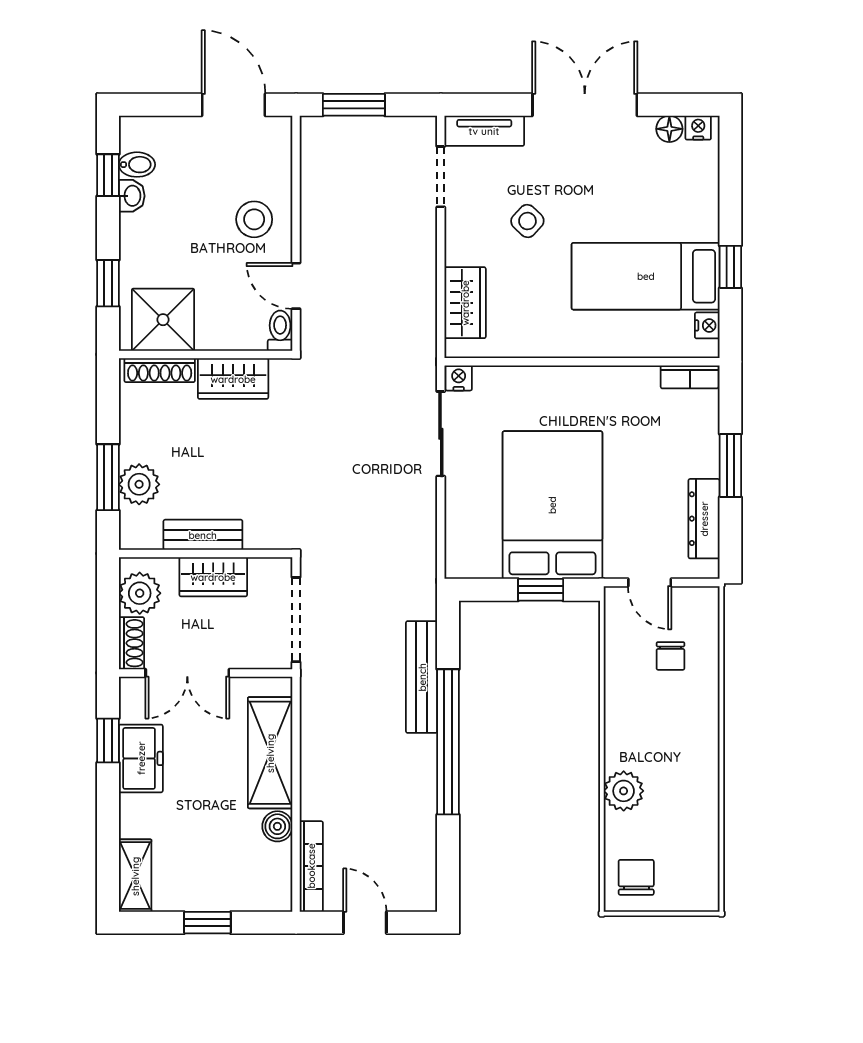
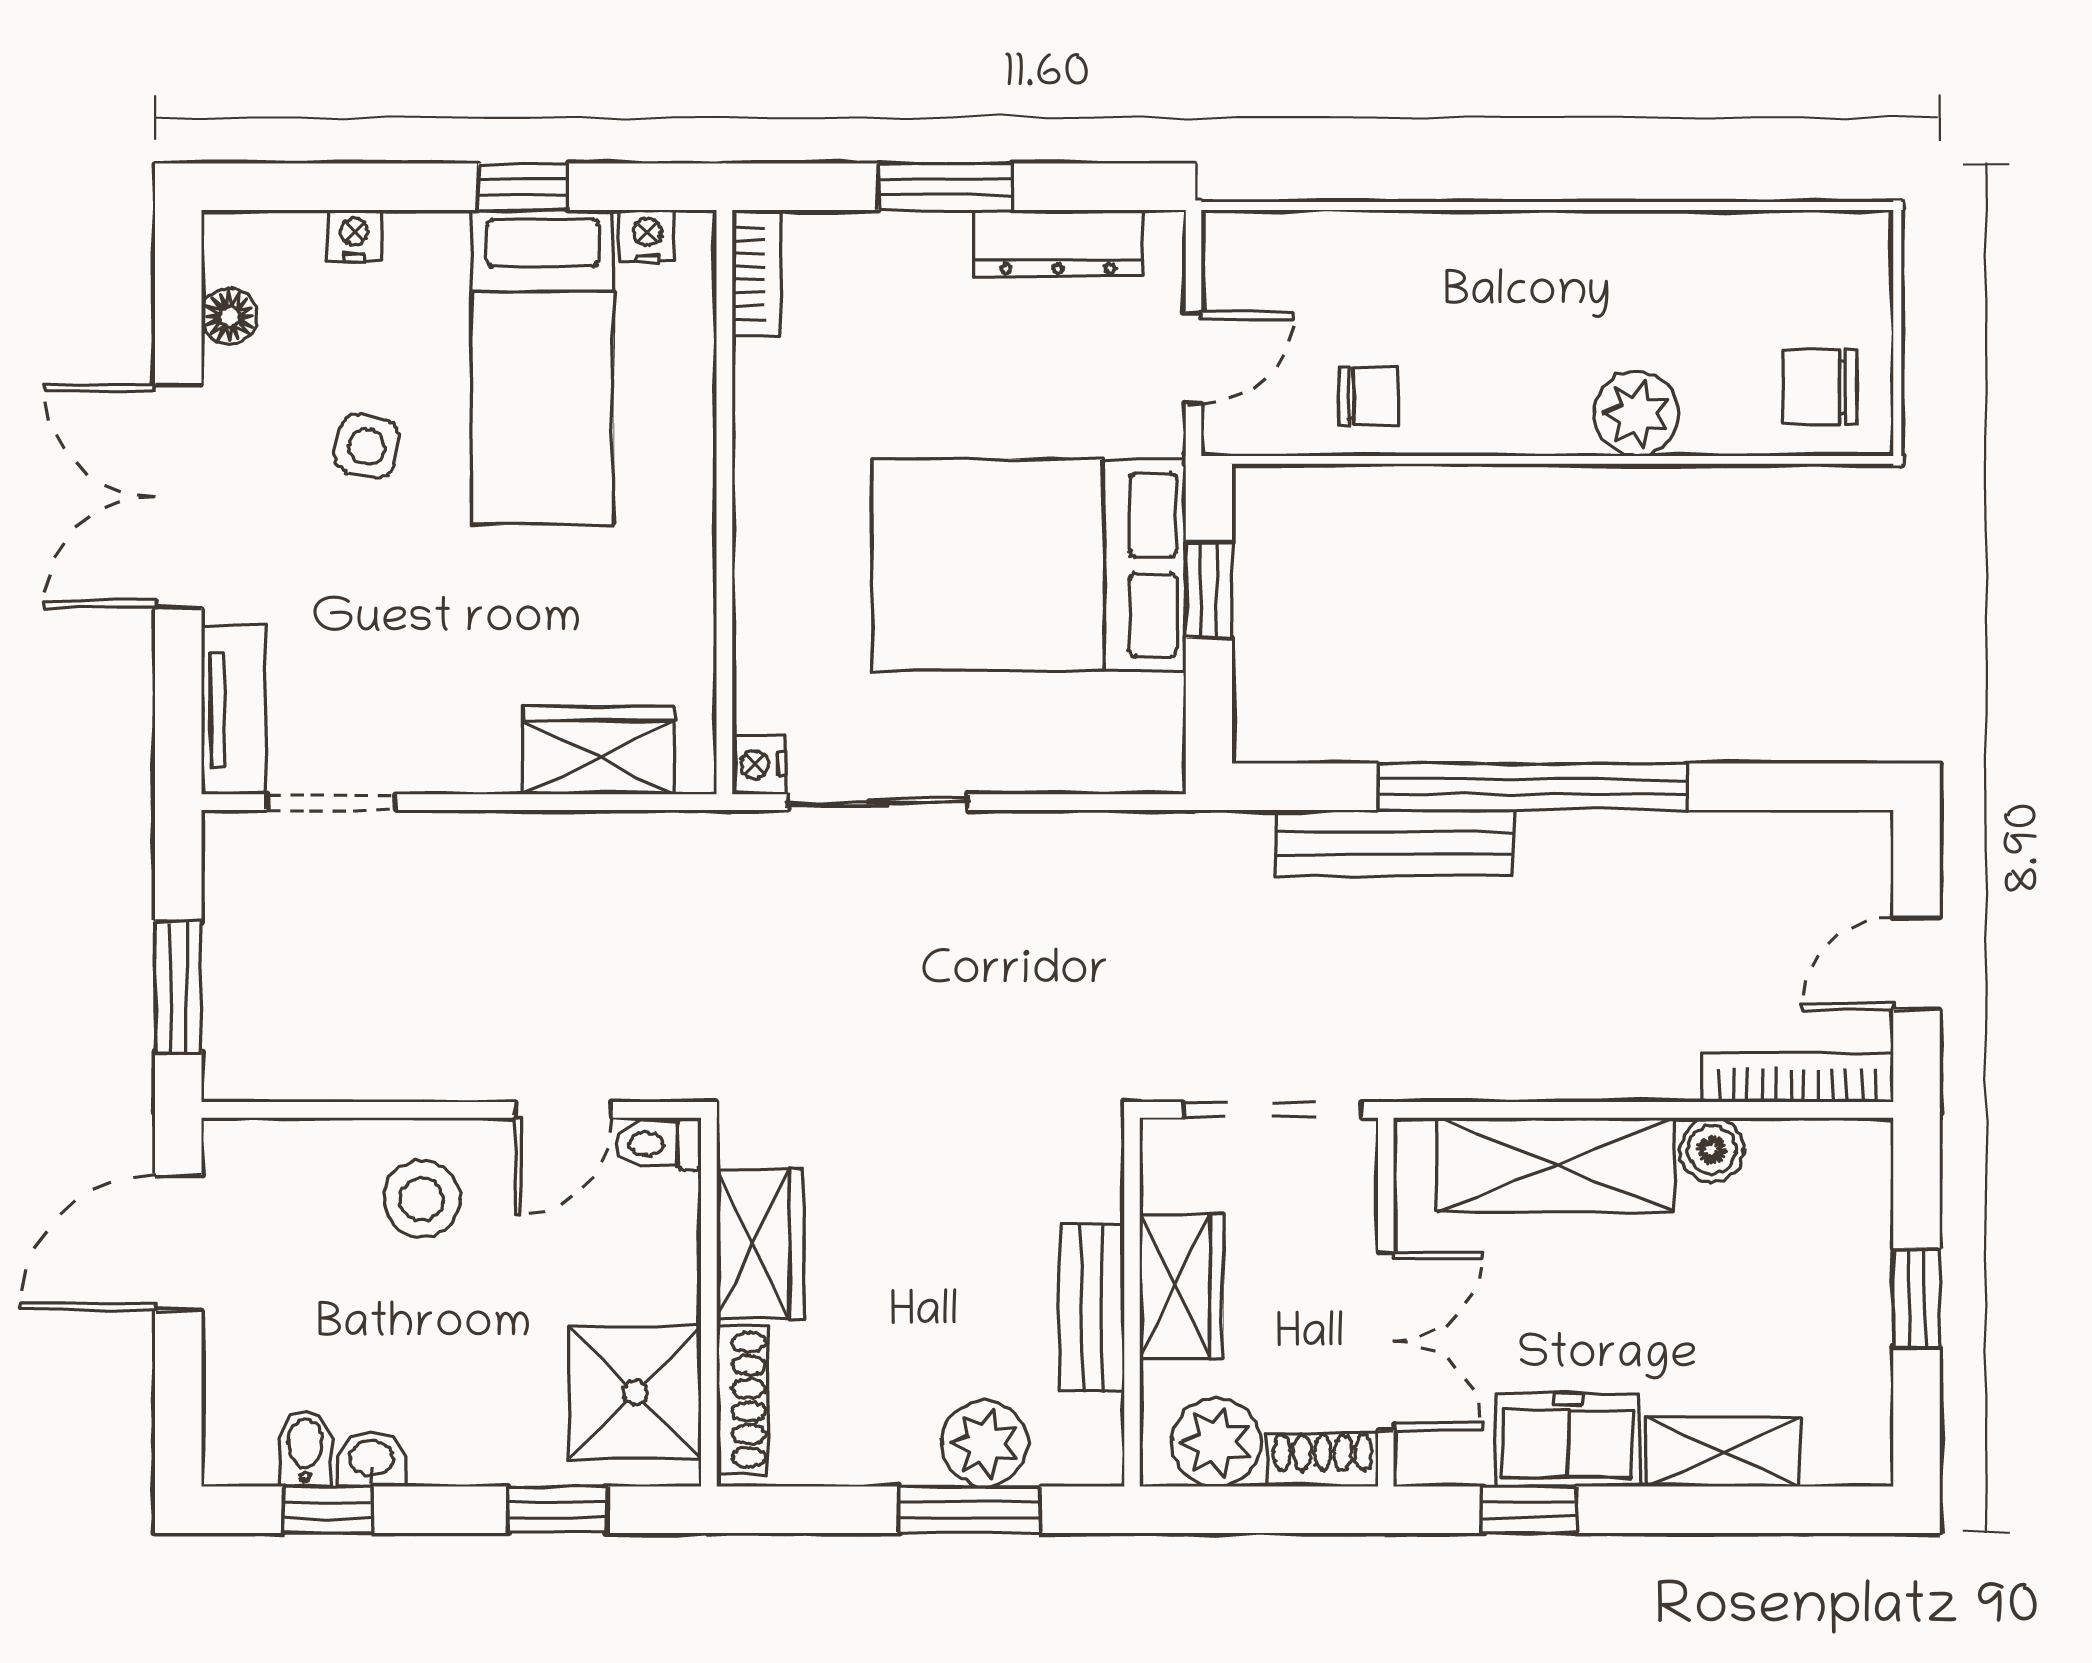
nightstand: (698, 128) -> (354, 236), moved, turned 90
side table: (527, 221) -> (367, 446), moved, turned -33
chair: (670, 656) -> (1369, 397), moved
shelving: (135, 876) -> (1723, 1452), moved

